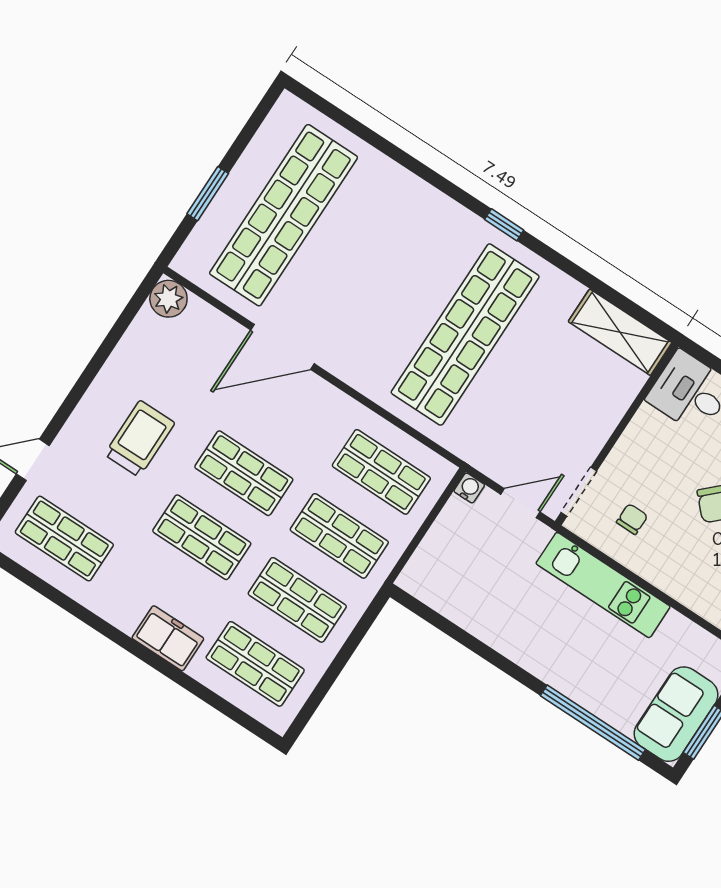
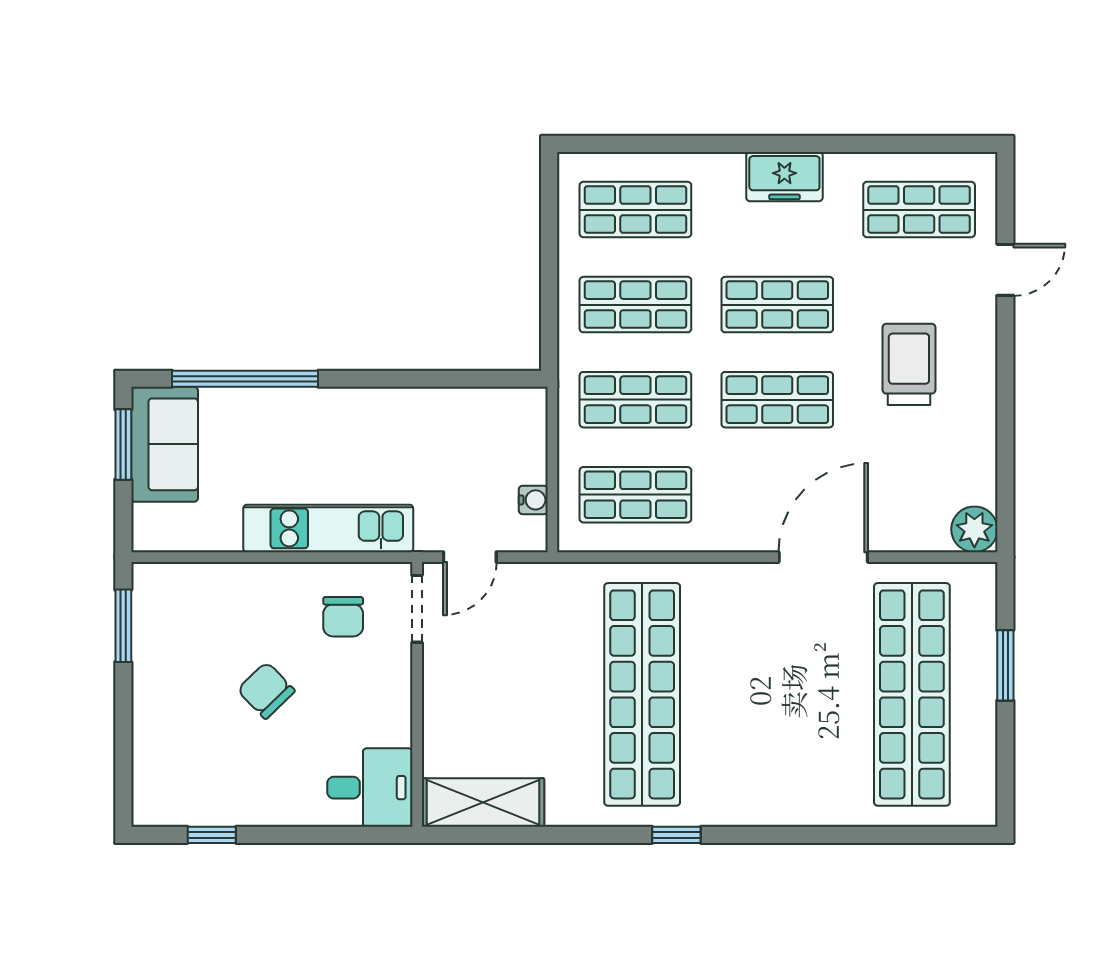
trolley: (140, 439) -> (909, 364), turned 180
water cooler: (469, 488) -> (533, 500), moved, turned -90
chair: (632, 519) -> (343, 617), width x1.37, depth x1.37
freezer: (168, 638) -> (784, 177), moved

